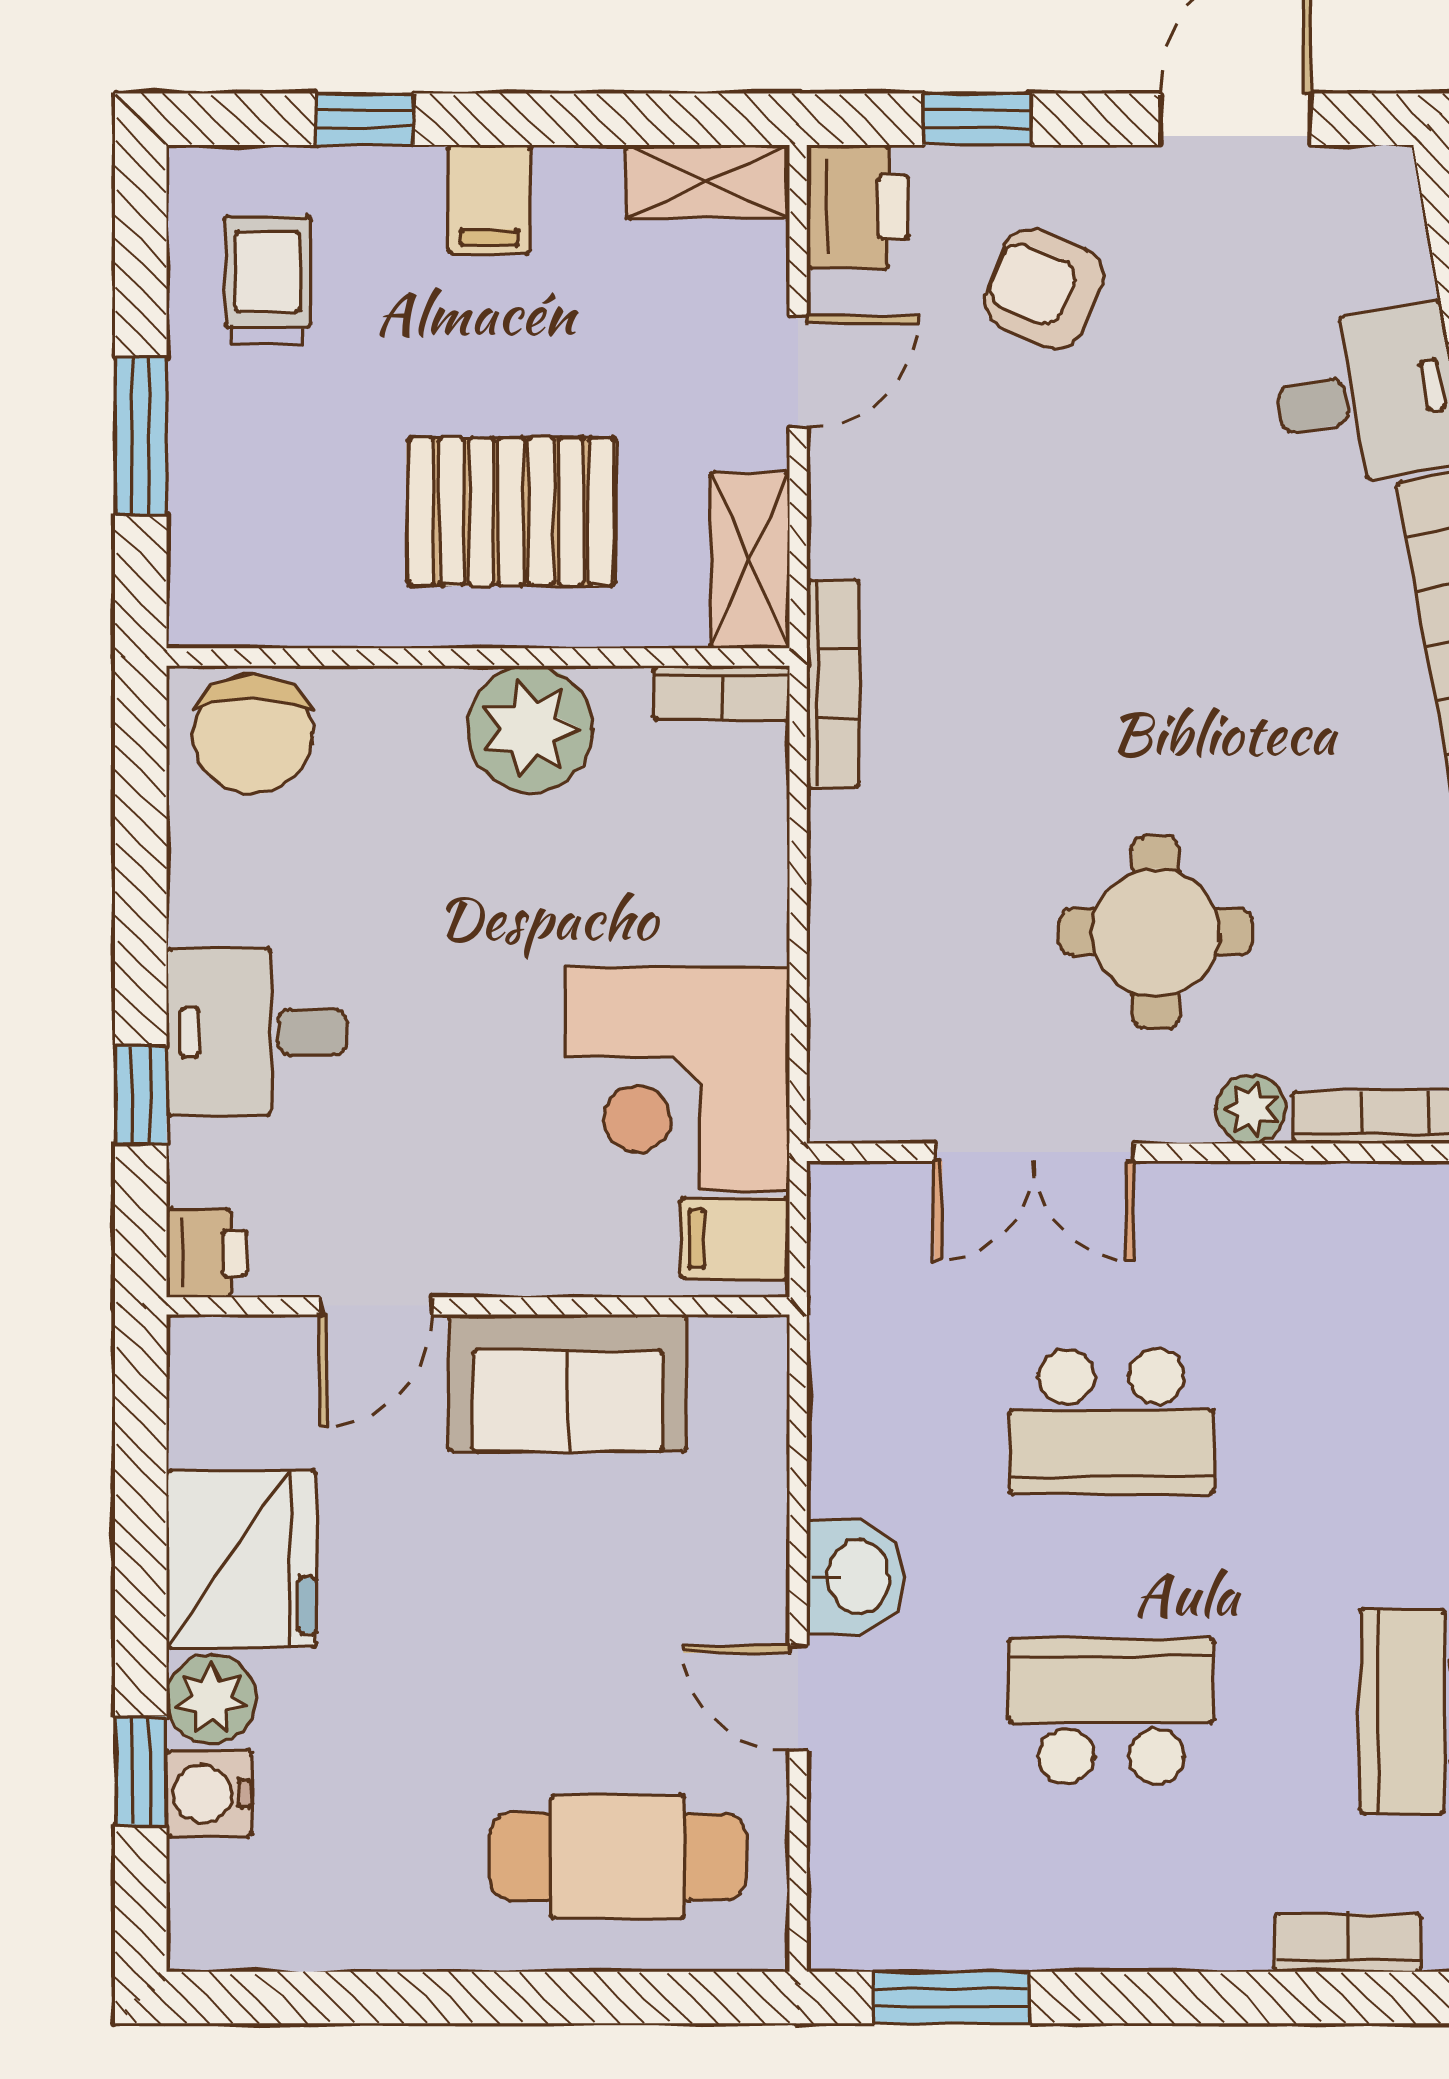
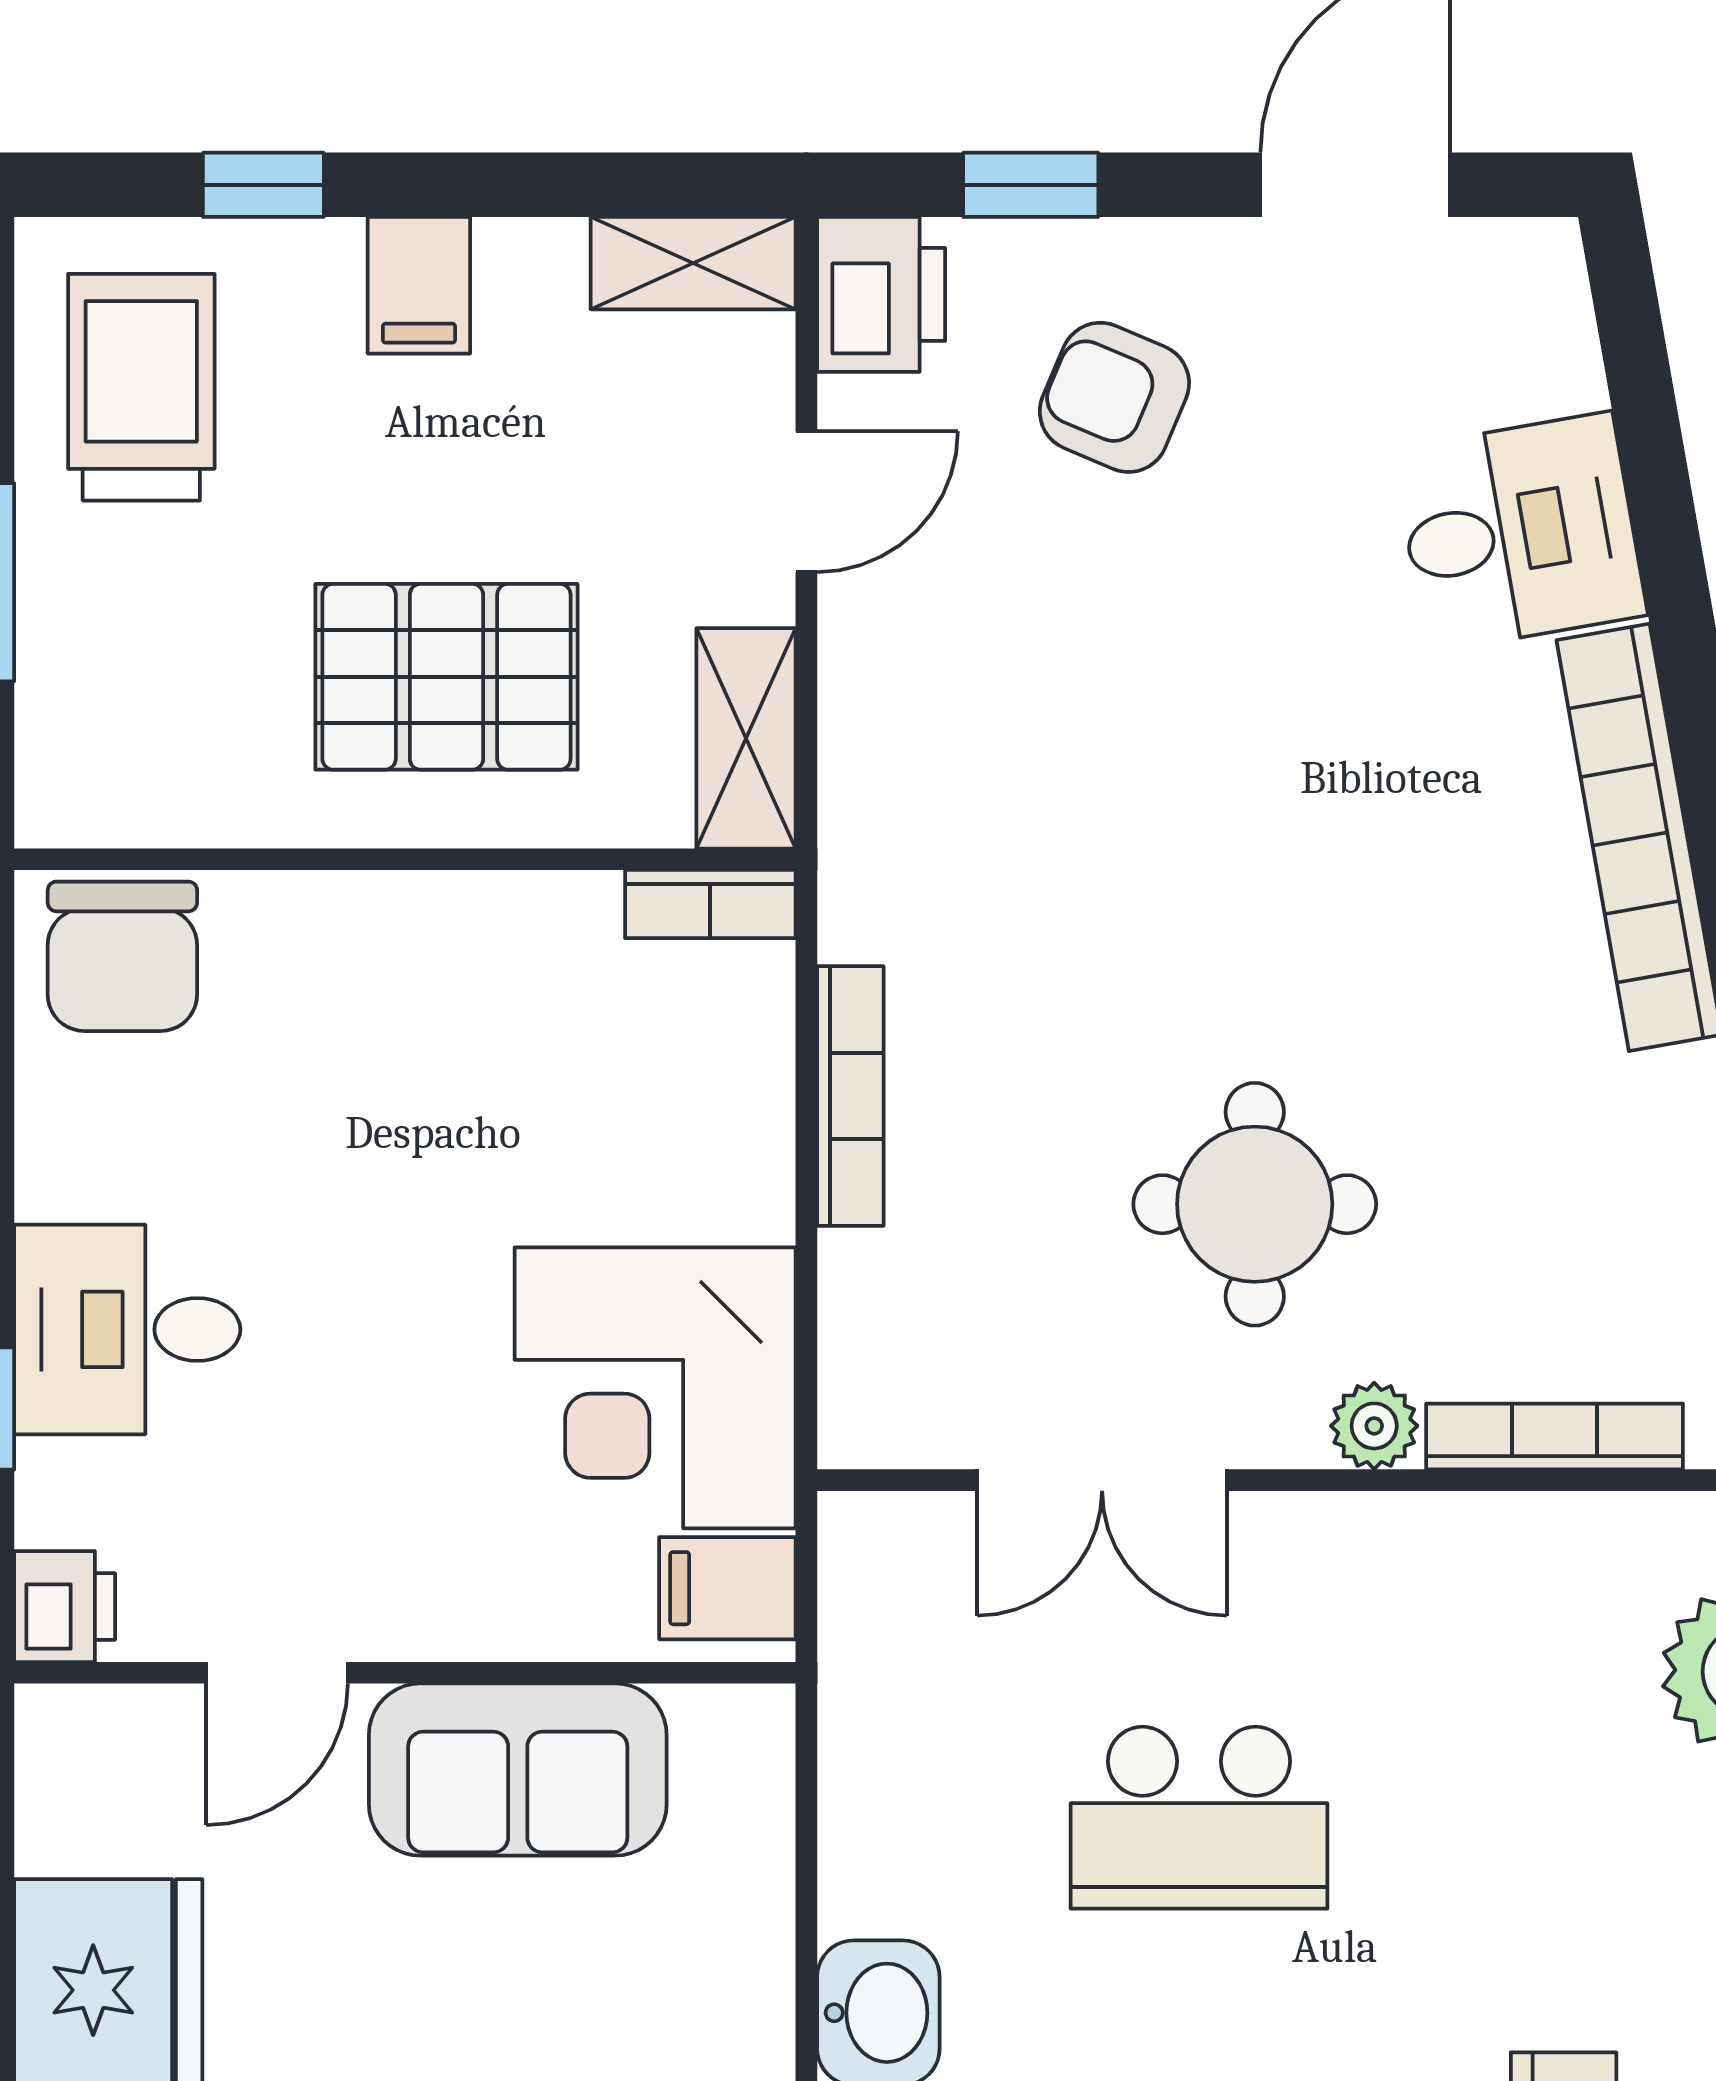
trolley: (268, 281) -> (141, 387), width x1.36, depth x1.39
bookcase: (833, 684) -> (850, 1096), moved
plant: (530, 729) -> (470, 949), removed

